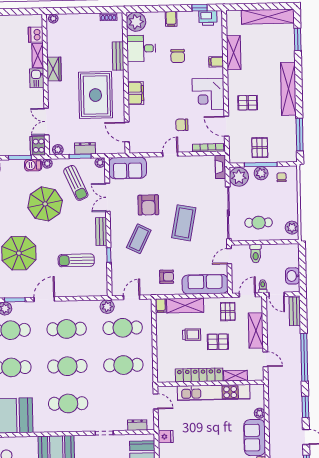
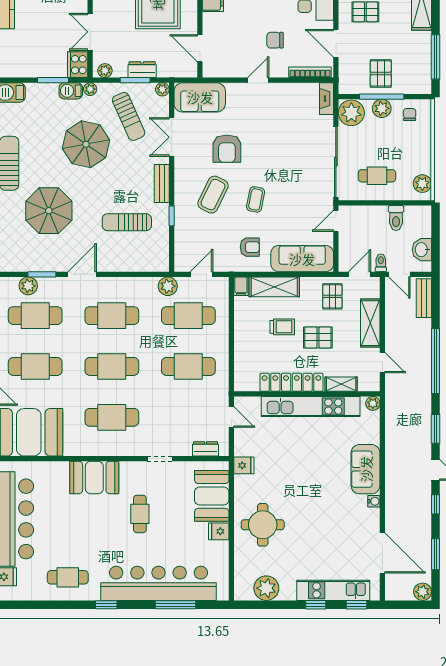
coffee table: (184, 223) -> (256, 199), moved, width x0.54, depth x0.58
toilet: (256, 254) -> (396, 218), moved
plant: (260, 413) -> (373, 403), moved

